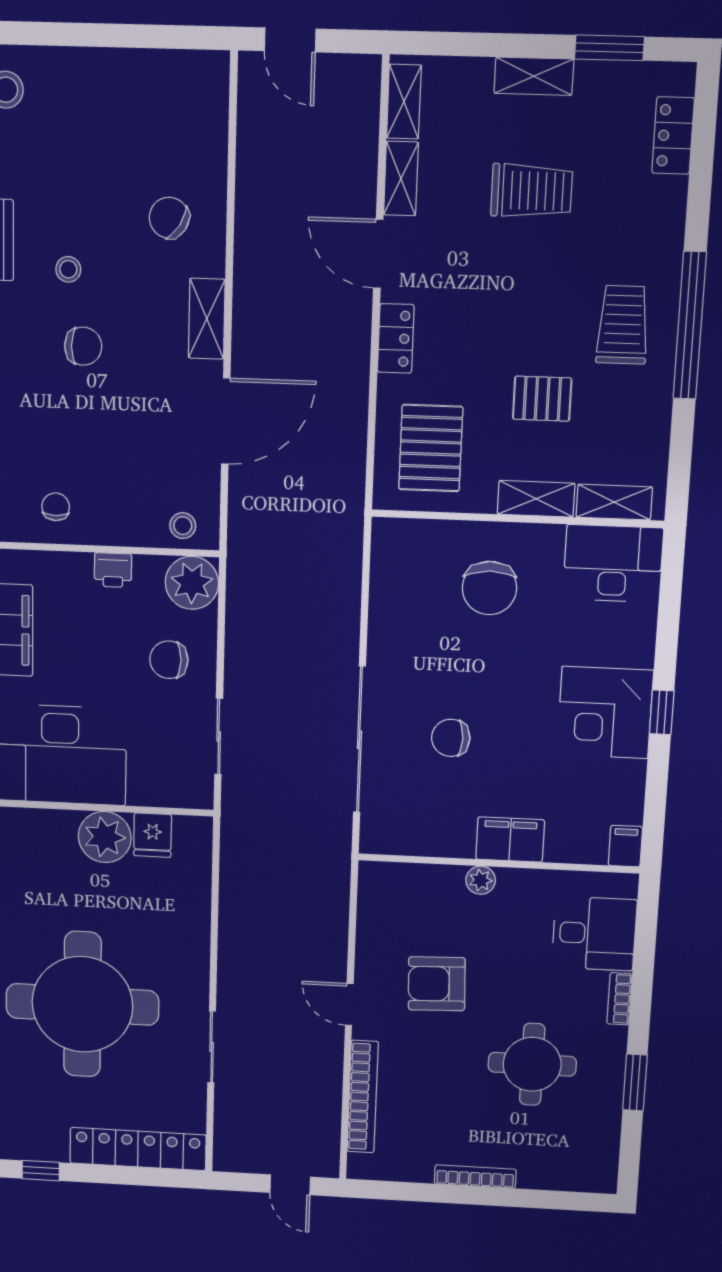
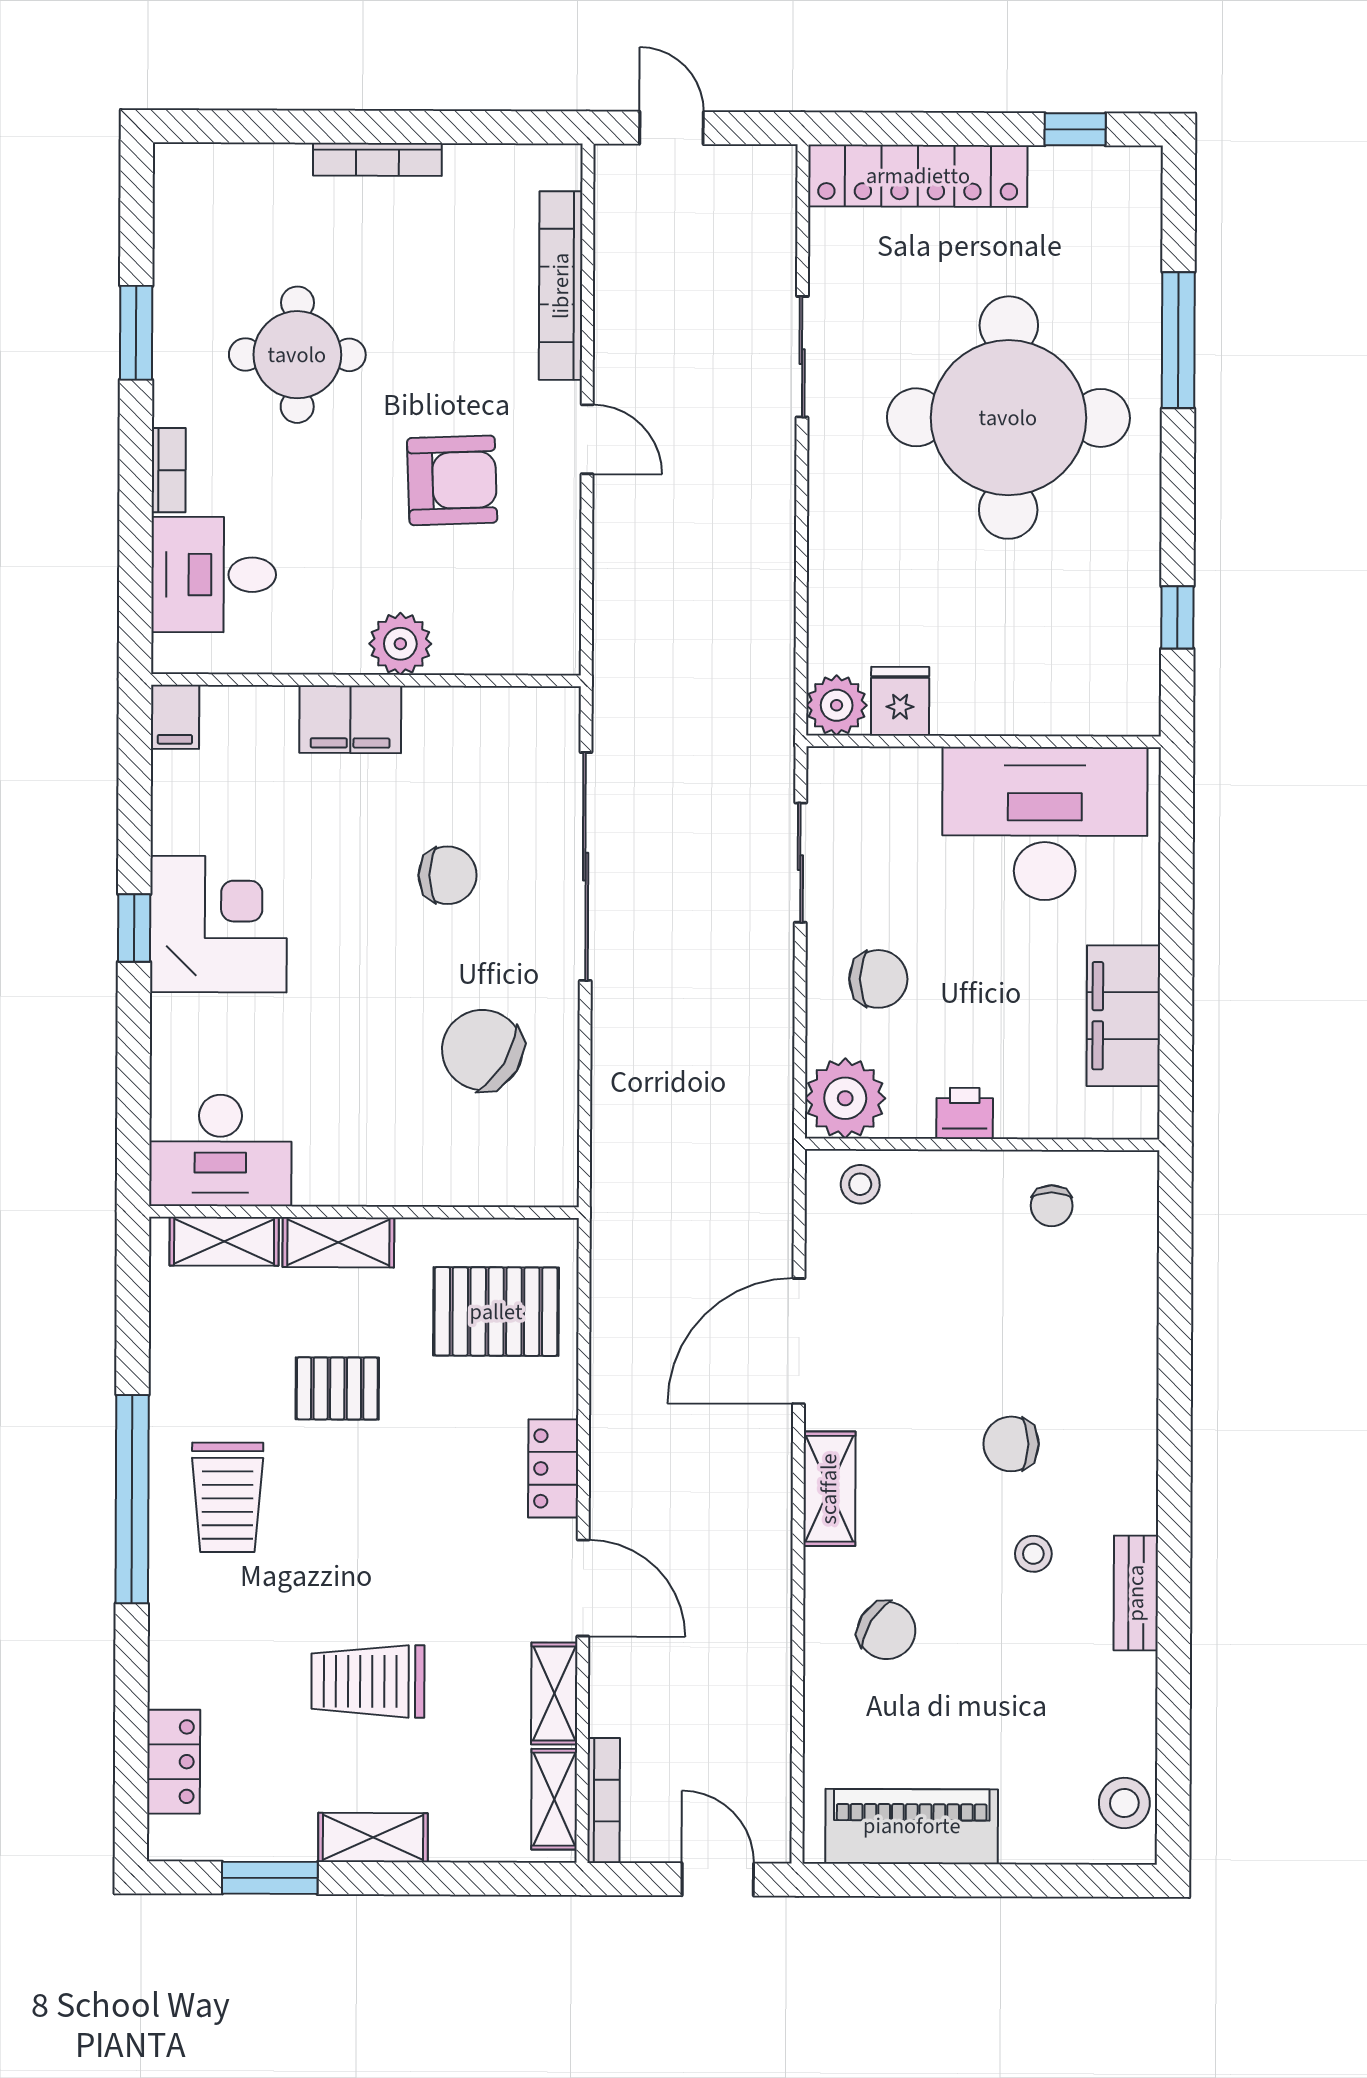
piano: (153, 76) -> (912, 1826), added
bookcase: (369, 100) -> (604, 1800), added
pallet: (431, 448) -> (496, 1312), turned 90
chair: (490, 588) -> (482, 1050), moved, turned -58
plant: (105, 837) -> (837, 705), moved, width x0.73, depth x0.73
plant: (481, 880) -> (400, 644), width x1.38, depth x1.38

